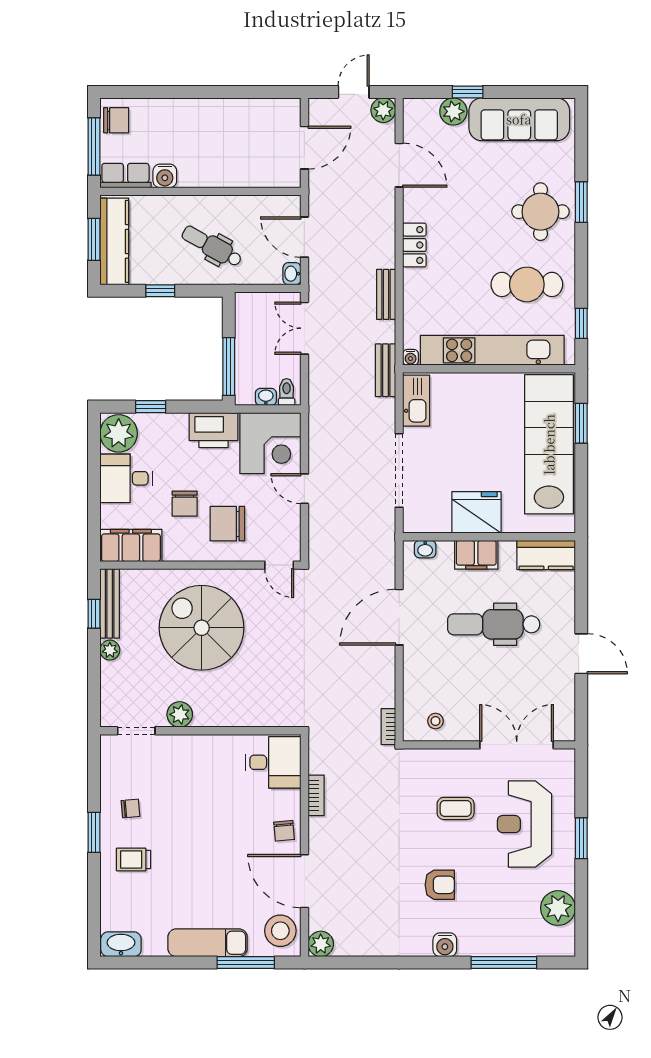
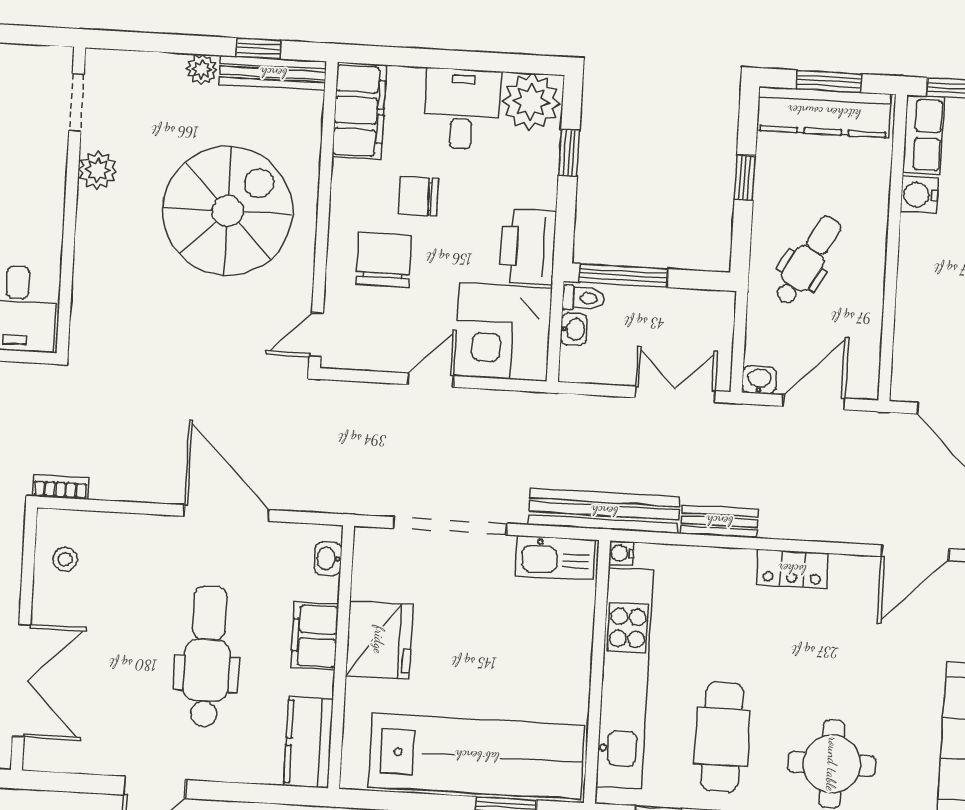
bench: (386, 370) -> (604, 511), width x1.86, depth x1.21
toilet: (287, 392) -> (583, 298), moved

